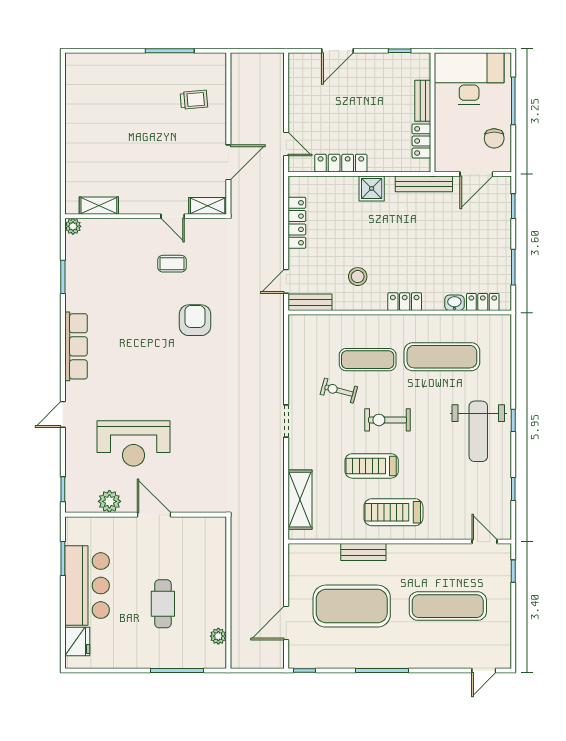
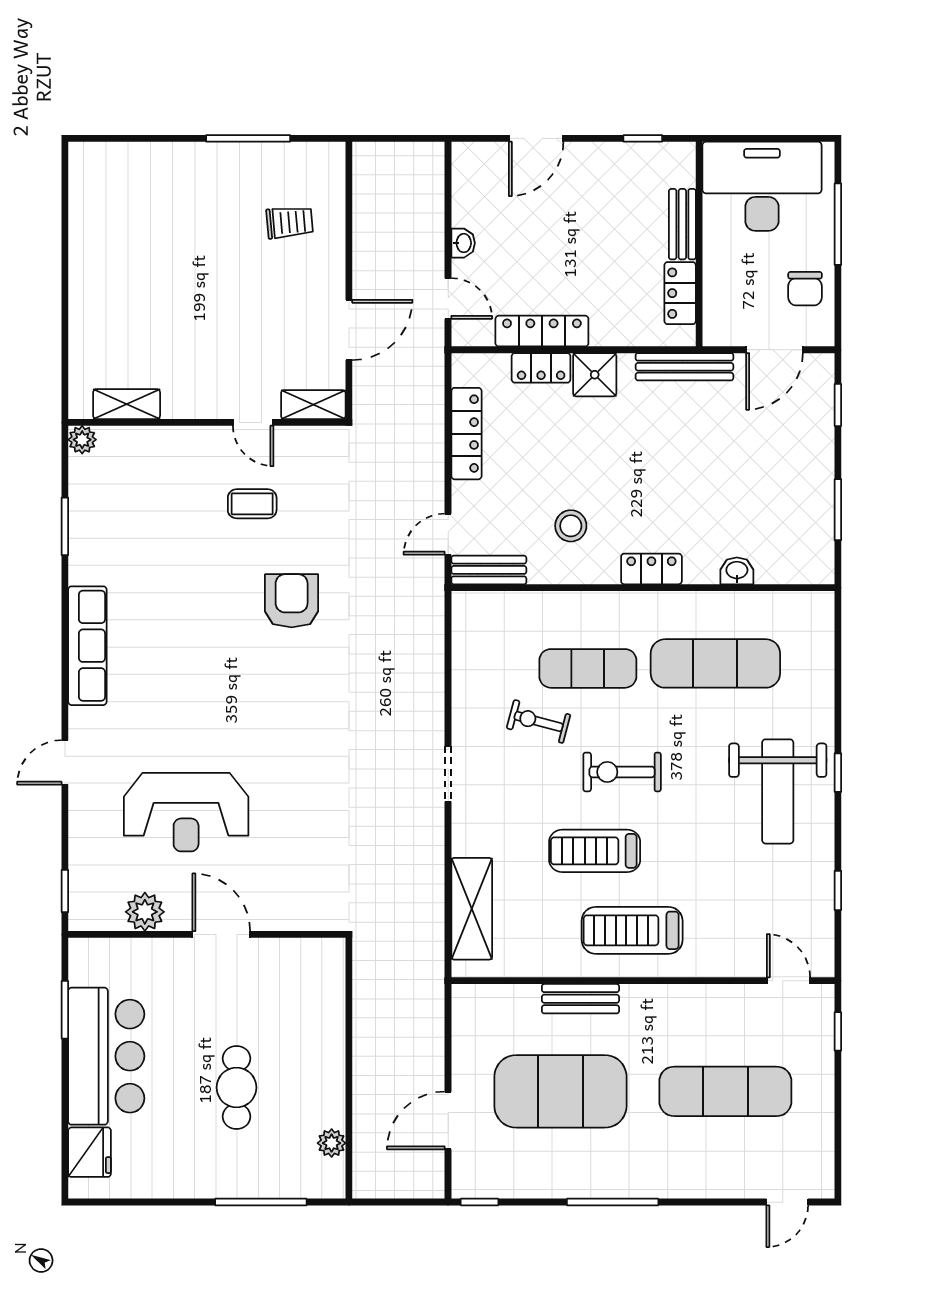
washbasin: (295, 112) -> (463, 243), added
locker: (483, 302) -> (541, 368), moved, turned 180

